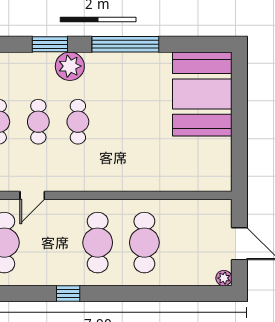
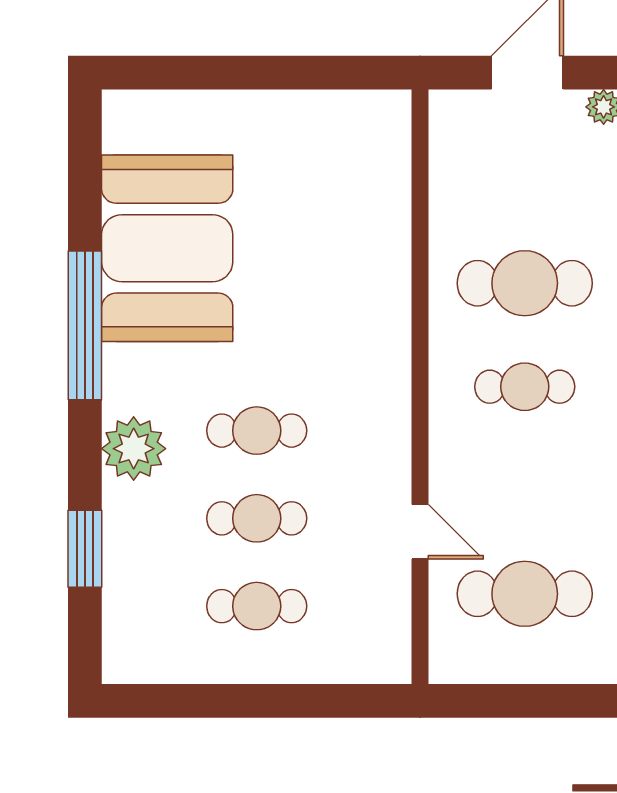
window: (50, 44) -> (85, 549), moved
booth: (202, 94) -> (167, 248), moved, turned 90
cafe table: (98, 243) -> (525, 387), width x0.73, depth x0.74

